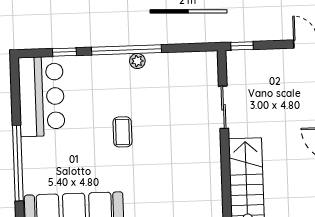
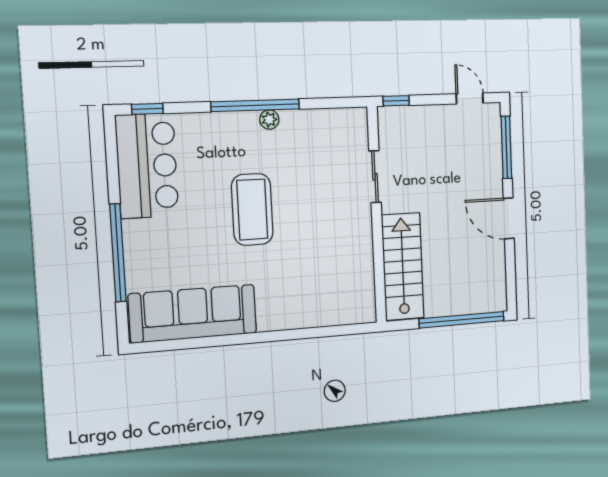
window: (64, 52) -> (147, 109), moved
coffee table: (122, 132) -> (252, 210), width x1.86, depth x1.72

